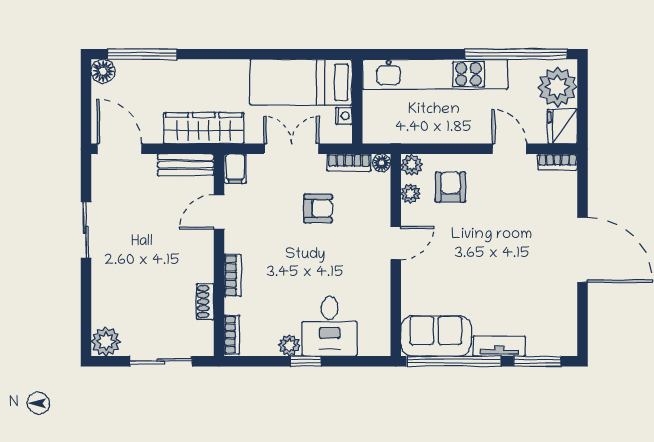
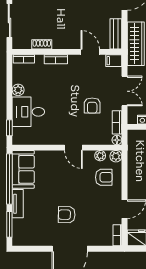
armchair: (520, 256) -> (67, 215), added
window: (306, 361) -> (9, 128), moved

